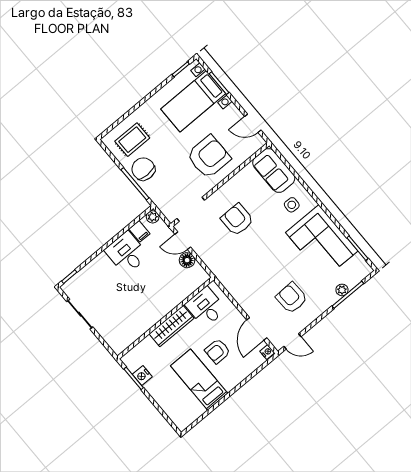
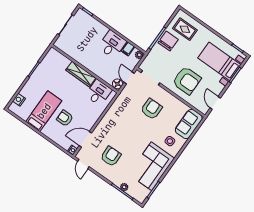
desk: (206, 307) -> (99, 93), moved
wall: (165, 318) -> (85, 69), moved
wardrobe: (171, 326) -> (81, 74), moved
nightstand: (142, 376) -> (19, 100), moved

